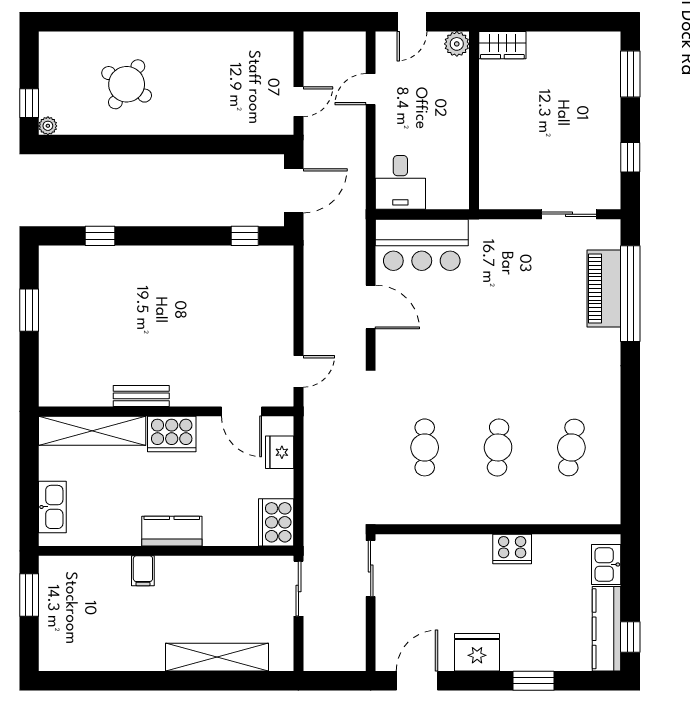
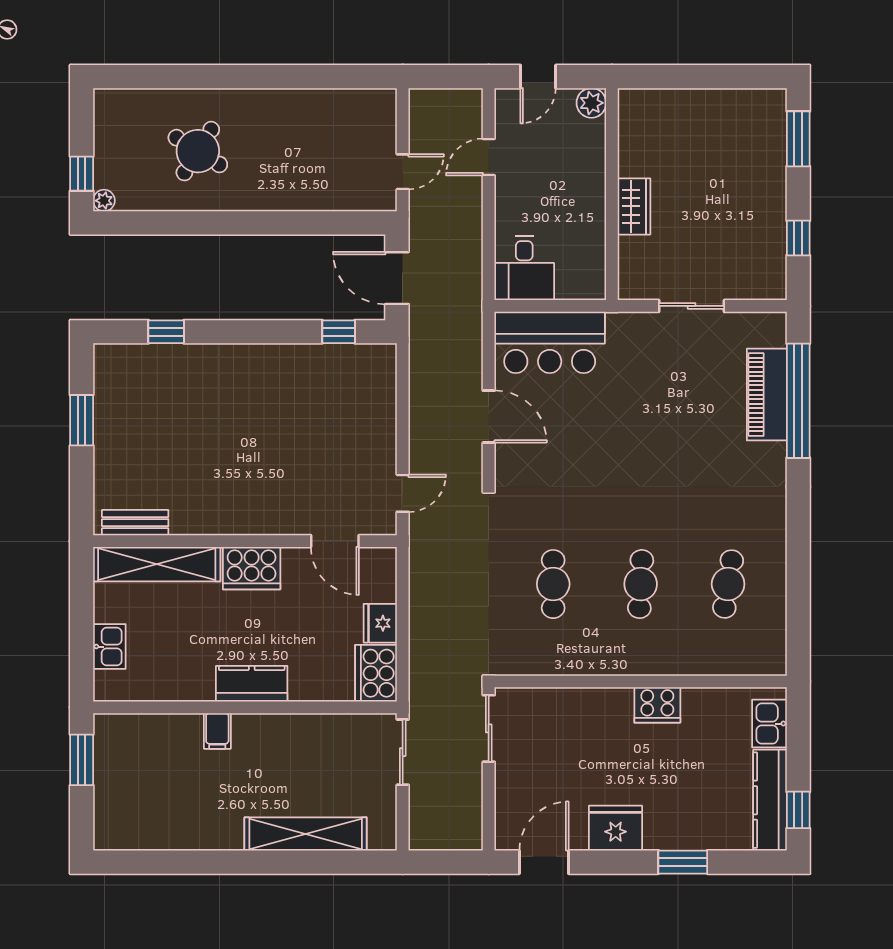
wardrobe: (502, 45) -> (634, 206), moved, turned -90
door: (294, 191) -> (397, 278), swing flipped
sliding door: (569, 214) -> (692, 306), moved
bench: (141, 396) -> (135, 523), moved
fridge: (280, 452) -> (380, 623), moved
kitchen sink: (52, 507) -> (109, 647), width x0.73

